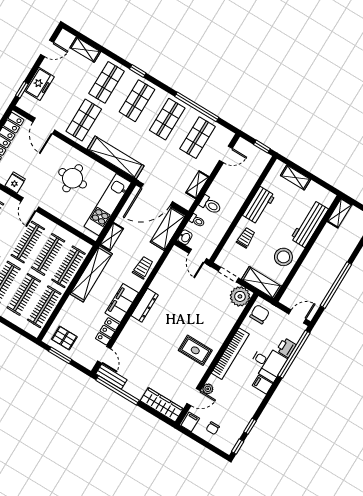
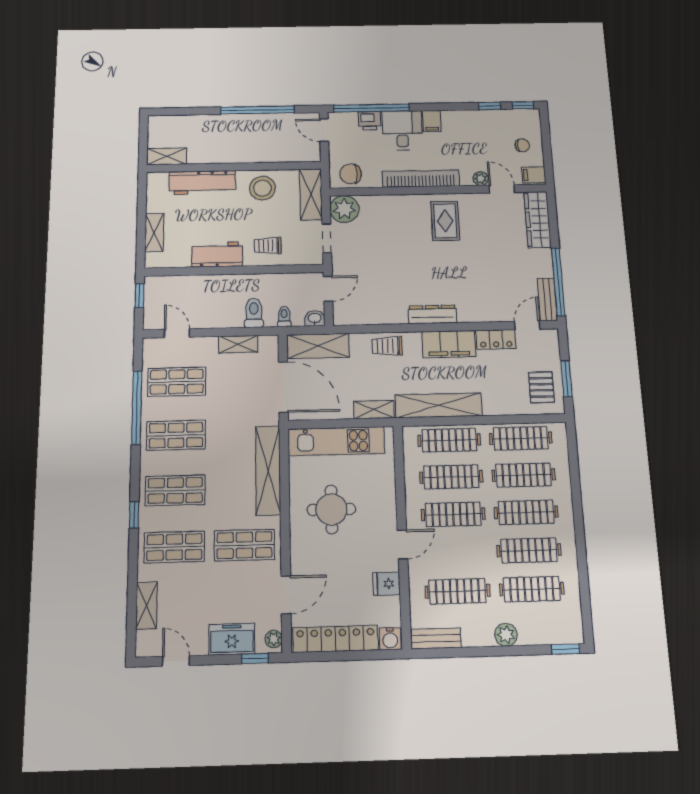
plant: (25, 106) -> (274, 639), added

